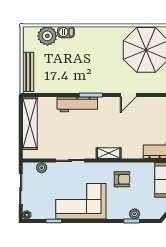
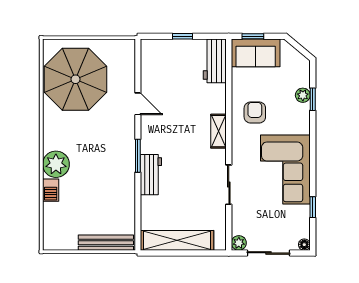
plant: (47, 36) -> (56, 164), moved
workbench: (77, 104) -> (151, 175), width x0.73
plant: (42, 168) -> (239, 243), moved

